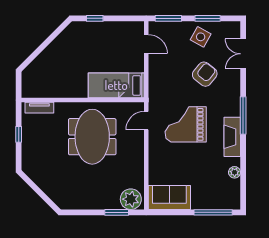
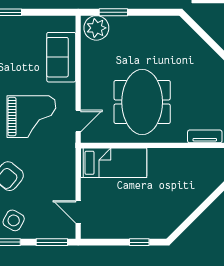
sofa: (169, 197) -> (61, 57), moved, turned 90

